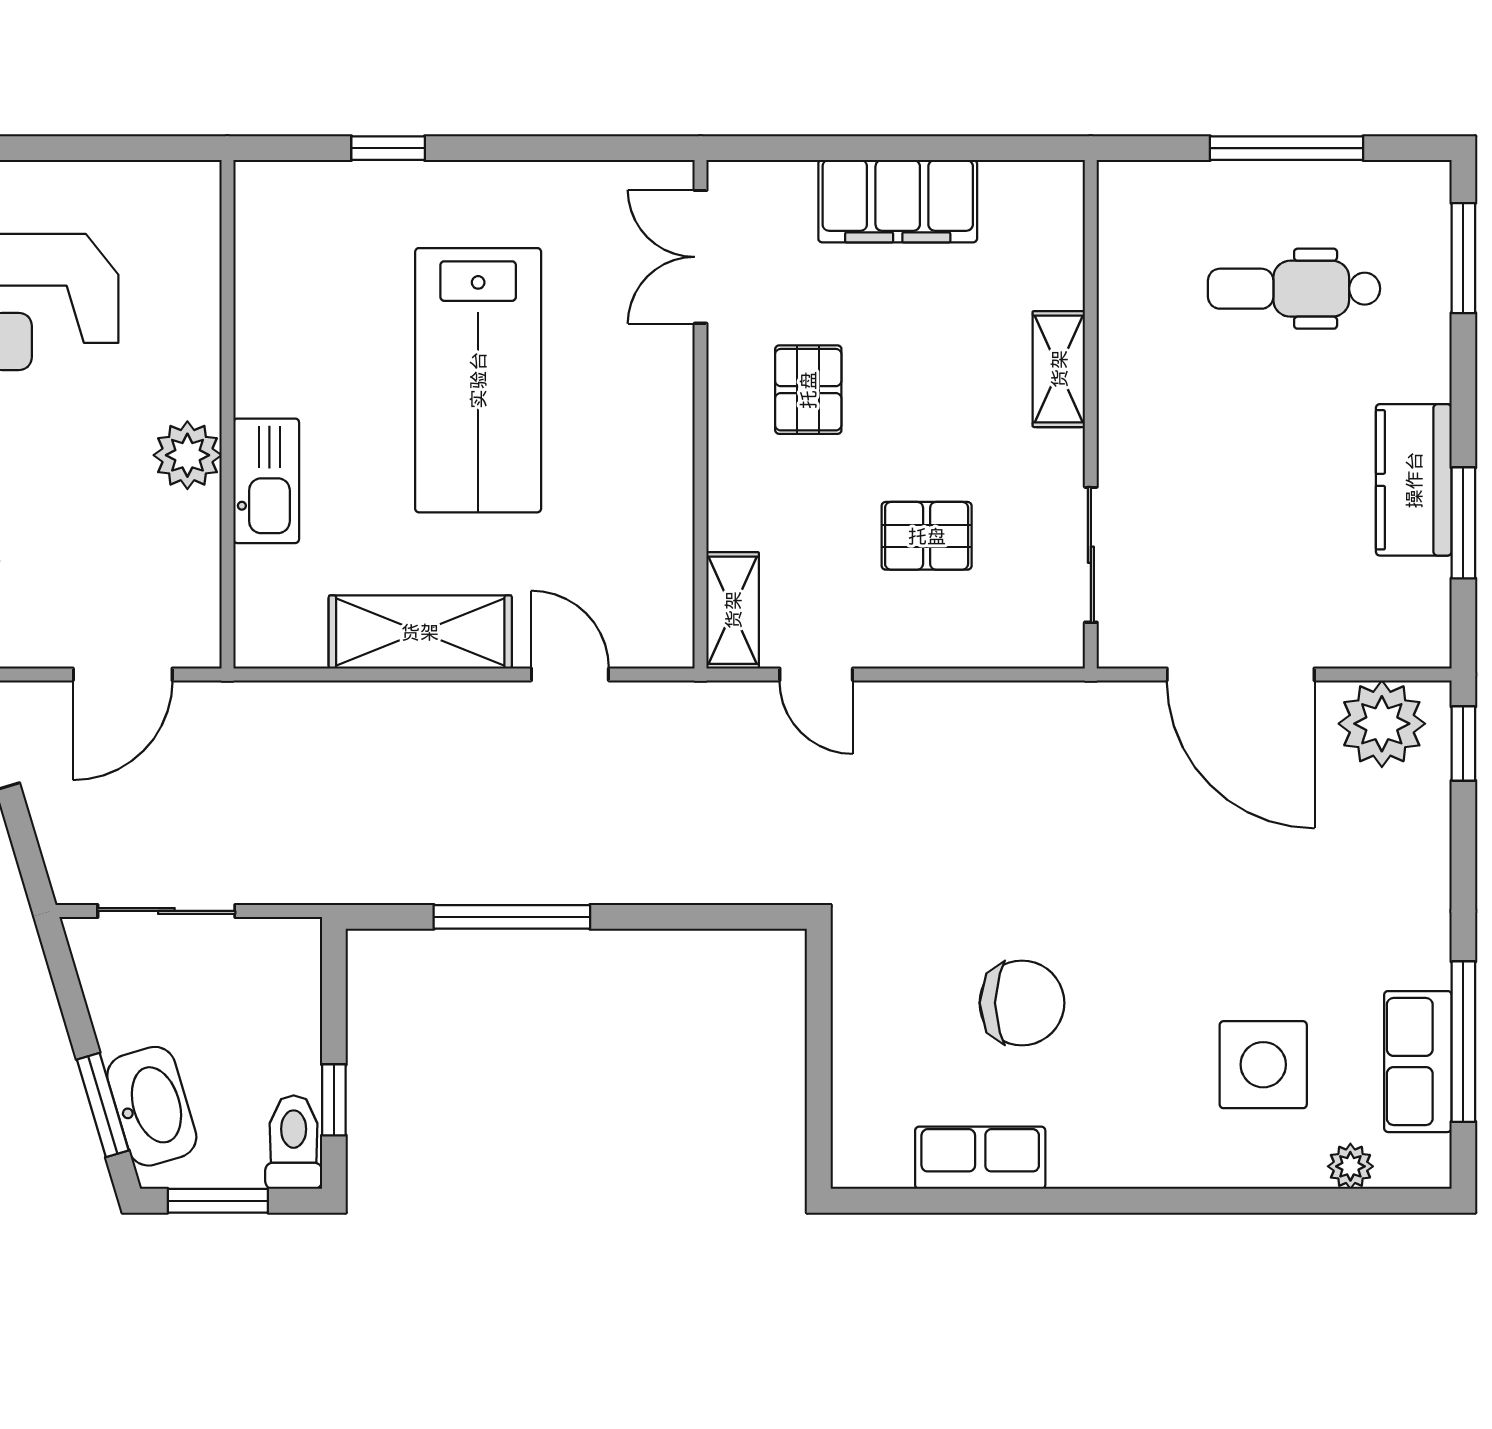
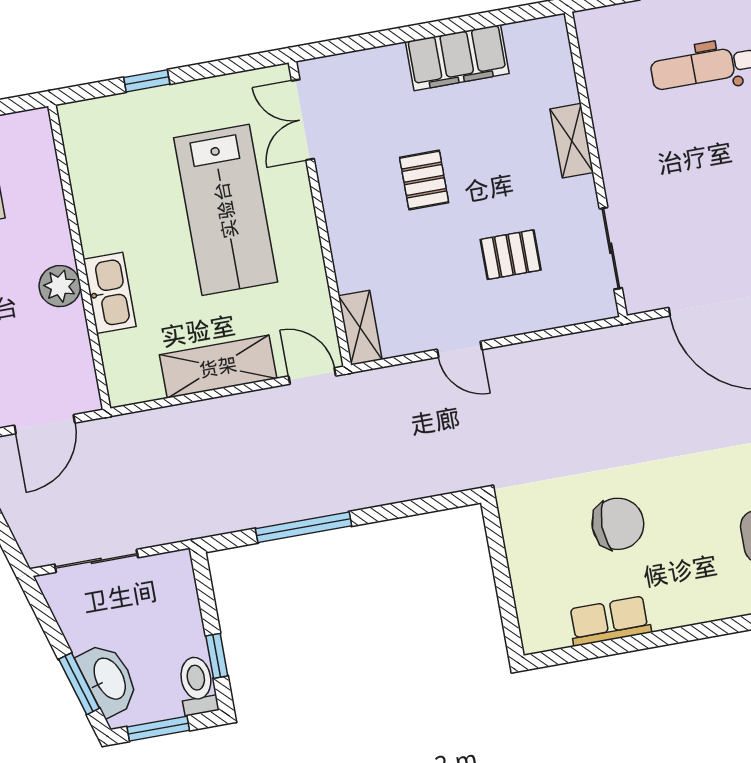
double door: (701, 257) -> (303, 120), moved
wall: (701, 414) -> (320, 214), moved
shelving: (733, 610) -> (360, 328), moved

